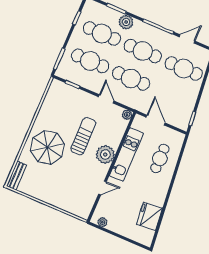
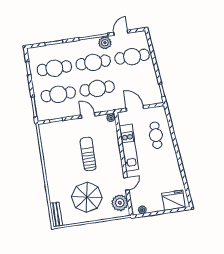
plant: (126, 22) -> (105, 43), moved
parasol: (47, 147) -> (87, 197), moved
plant: (105, 154) -> (120, 203), moved
fridge: (149, 216) -> (174, 200), moved, turned 96

